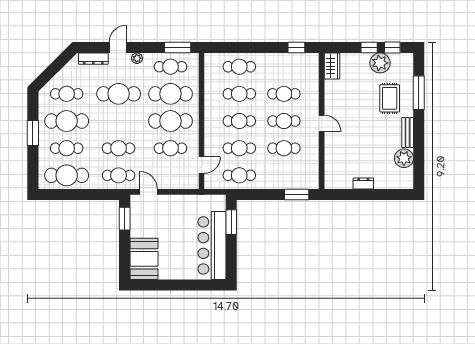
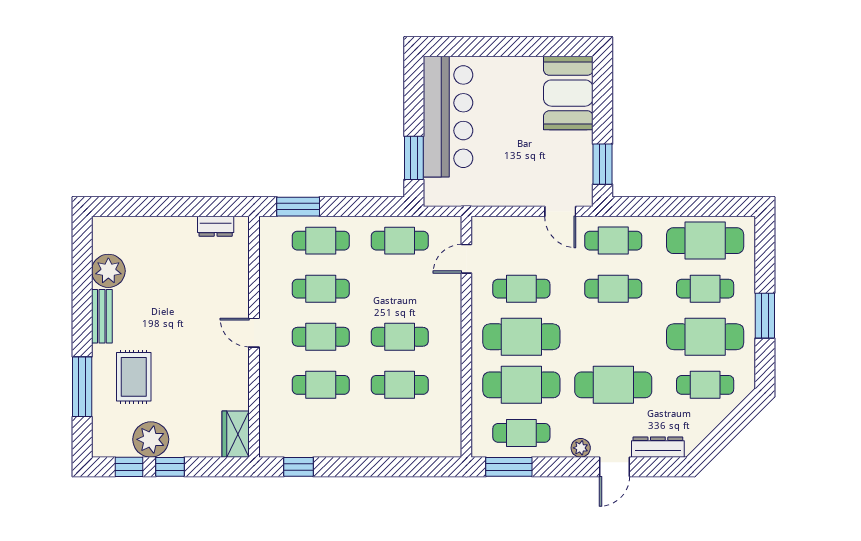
cafe table: (239, 67) -> (400, 433), removed
cafe table: (239, 148) -> (321, 241), moved
dresser: (363, 183) -> (216, 226), moved

